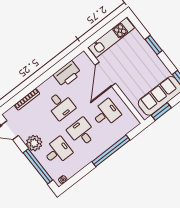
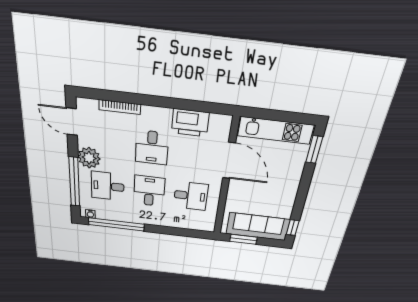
window: (154, 45) -> (314, 150), moved
door: (105, 74) -> (229, 161), swing flipped
desk: (58, 151) -> (108, 186), turned 180
window: (111, 151) -> (116, 224), moved

